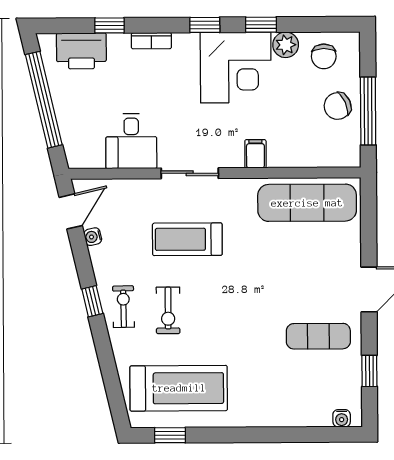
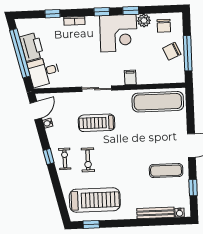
printer: (81, 51) -> (32, 47), moved, turned -103
desk: (131, 141) -> (44, 72), moved, turned 77
bench: (295, 417) -> (156, 213), added

